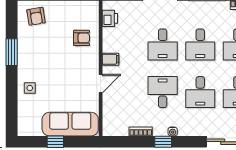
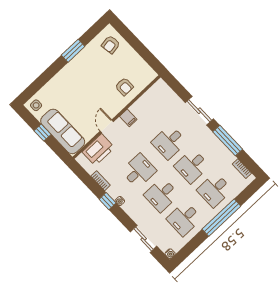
printer: (110, 18) -> (98, 150), moved, width x1.87, depth x1.48
door: (101, 84) -> (107, 126), swing flipped
side table: (30, 88) -> (36, 105), moved

